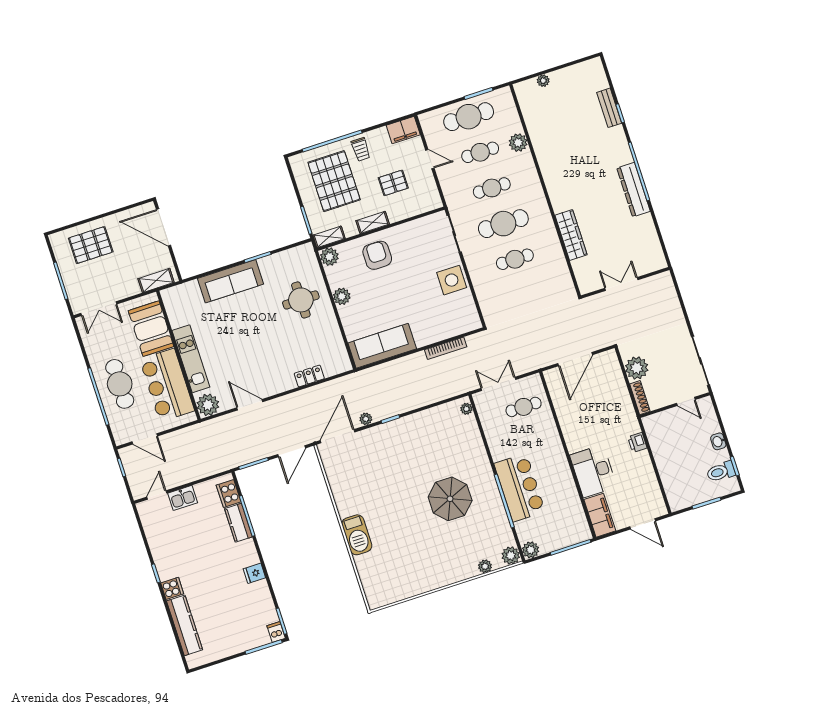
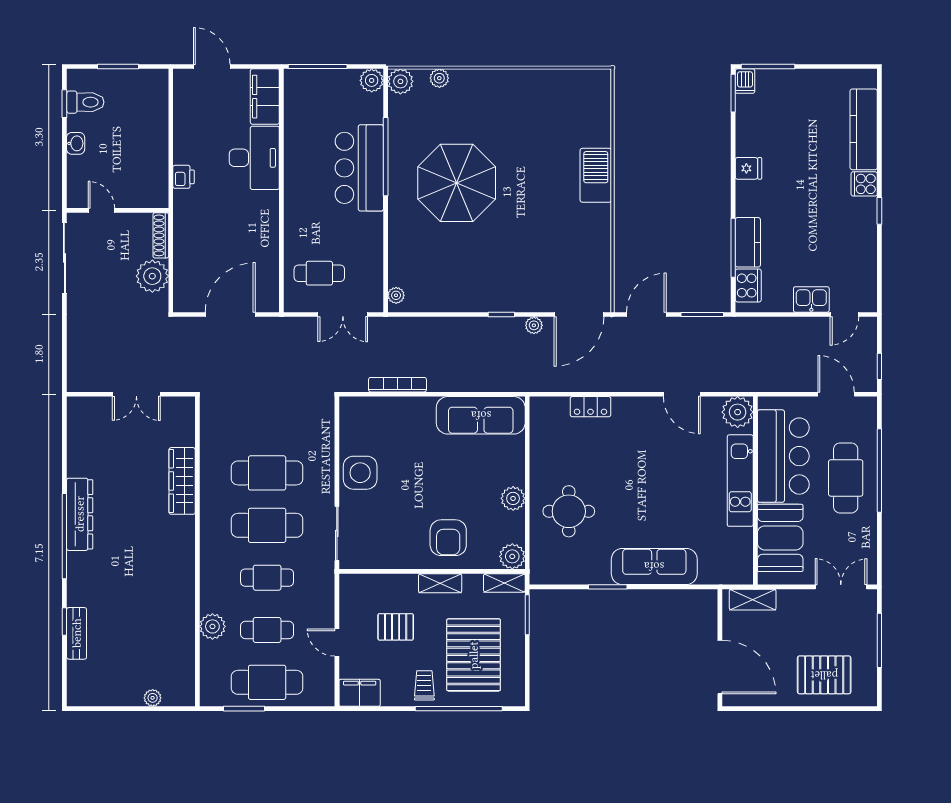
cafe table: (515, 259) -> (267, 473), width x1.37, depth x1.35
parasol: (450, 499) -> (457, 183), width x1.36, depth x1.36

